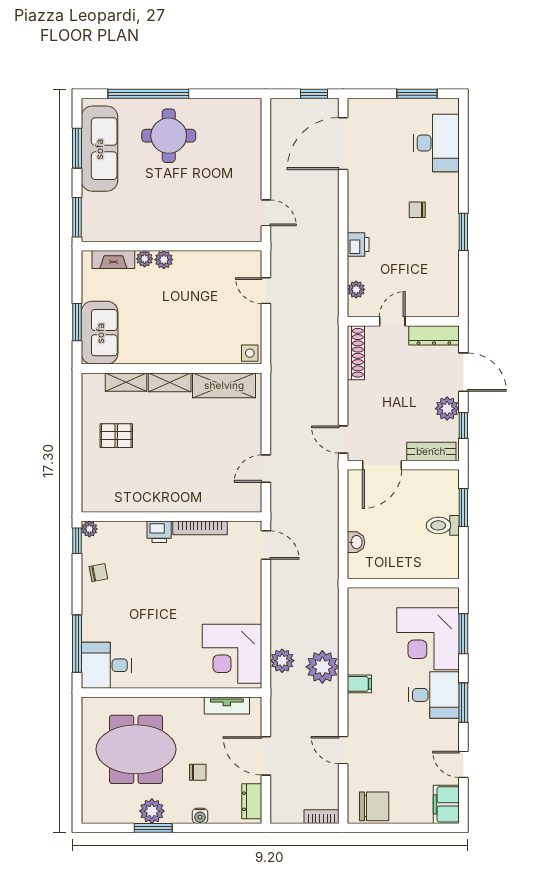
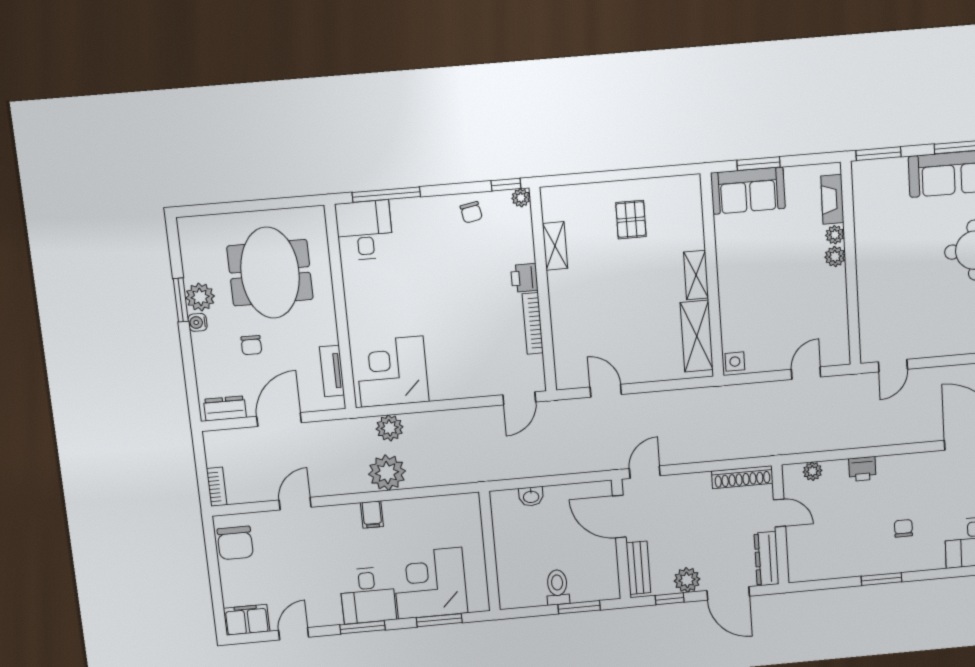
door: (463, 372) -> (728, 593), hinge flipped
shelving: (126, 382) -> (555, 246), moved
water cooler: (200, 816) -> (198, 322), moved

